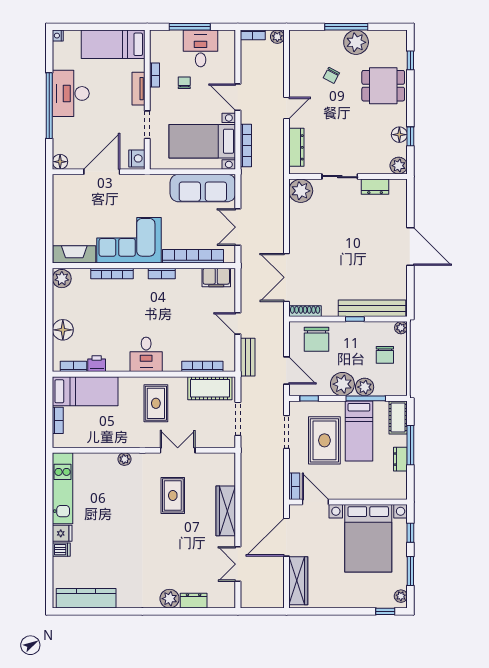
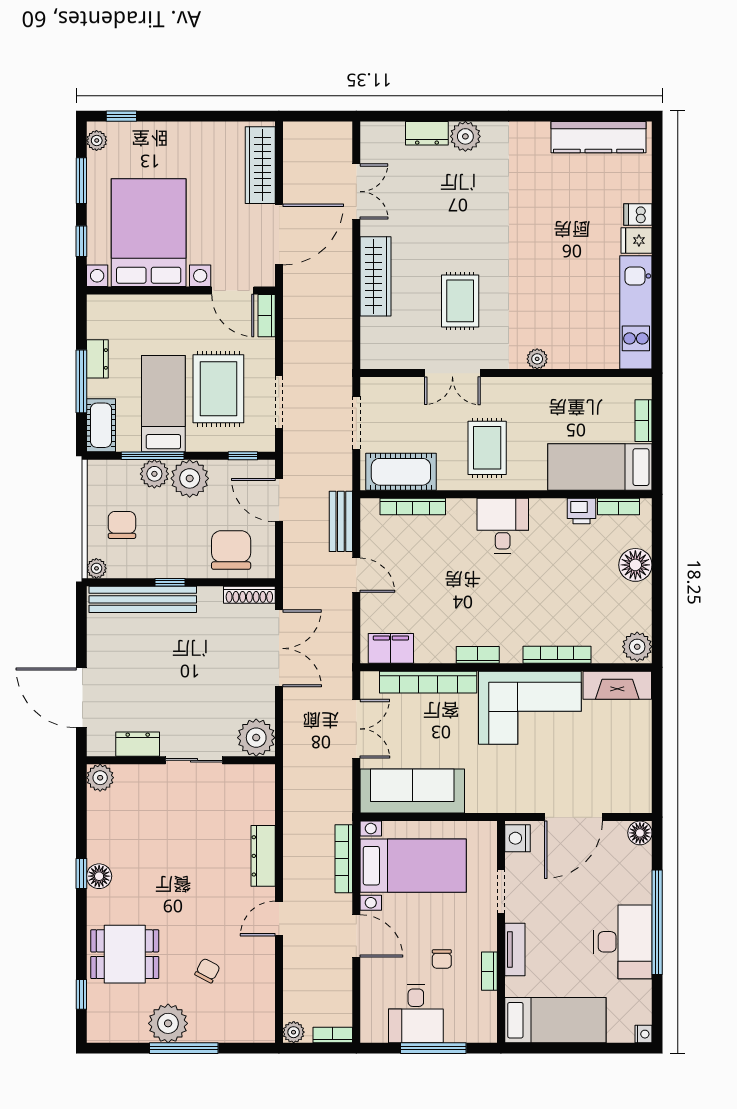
plant: (399, 166) -> (100, 778), moved
sliding door: (340, 177) -> (194, 760), moved
wall: (348, 177) -> (181, 760), moved
dresser: (375, 187) -> (138, 744), moved
plant: (301, 191) -> (256, 738), moved

